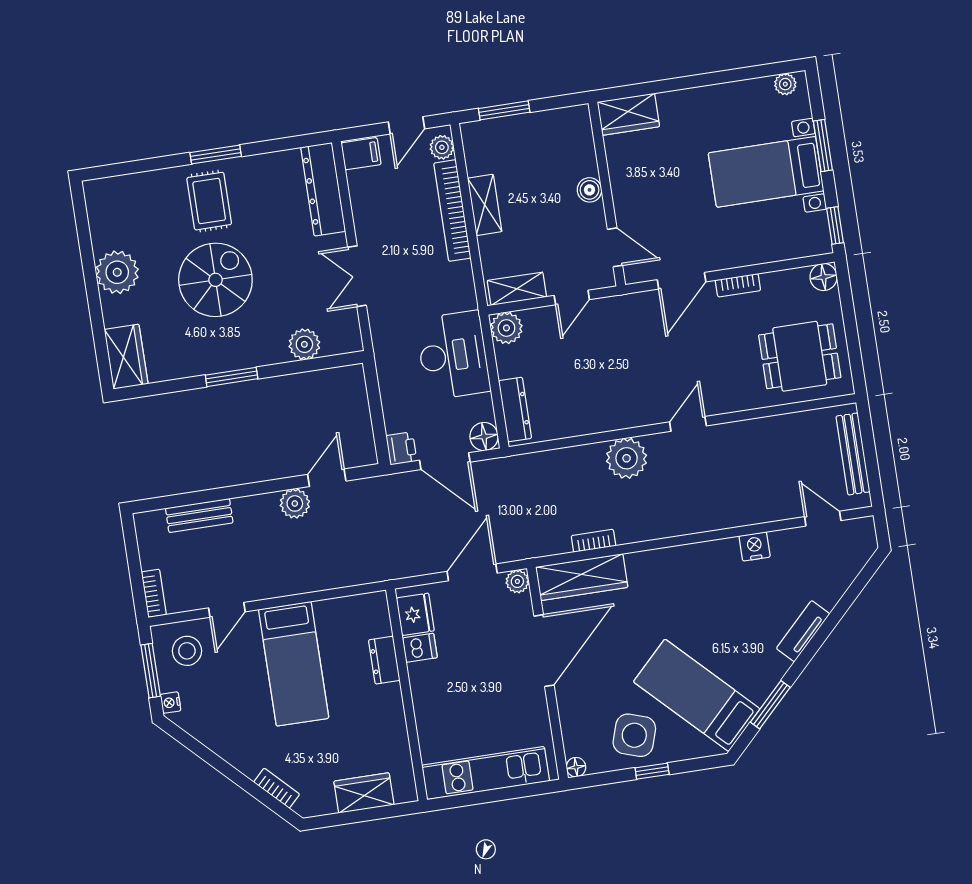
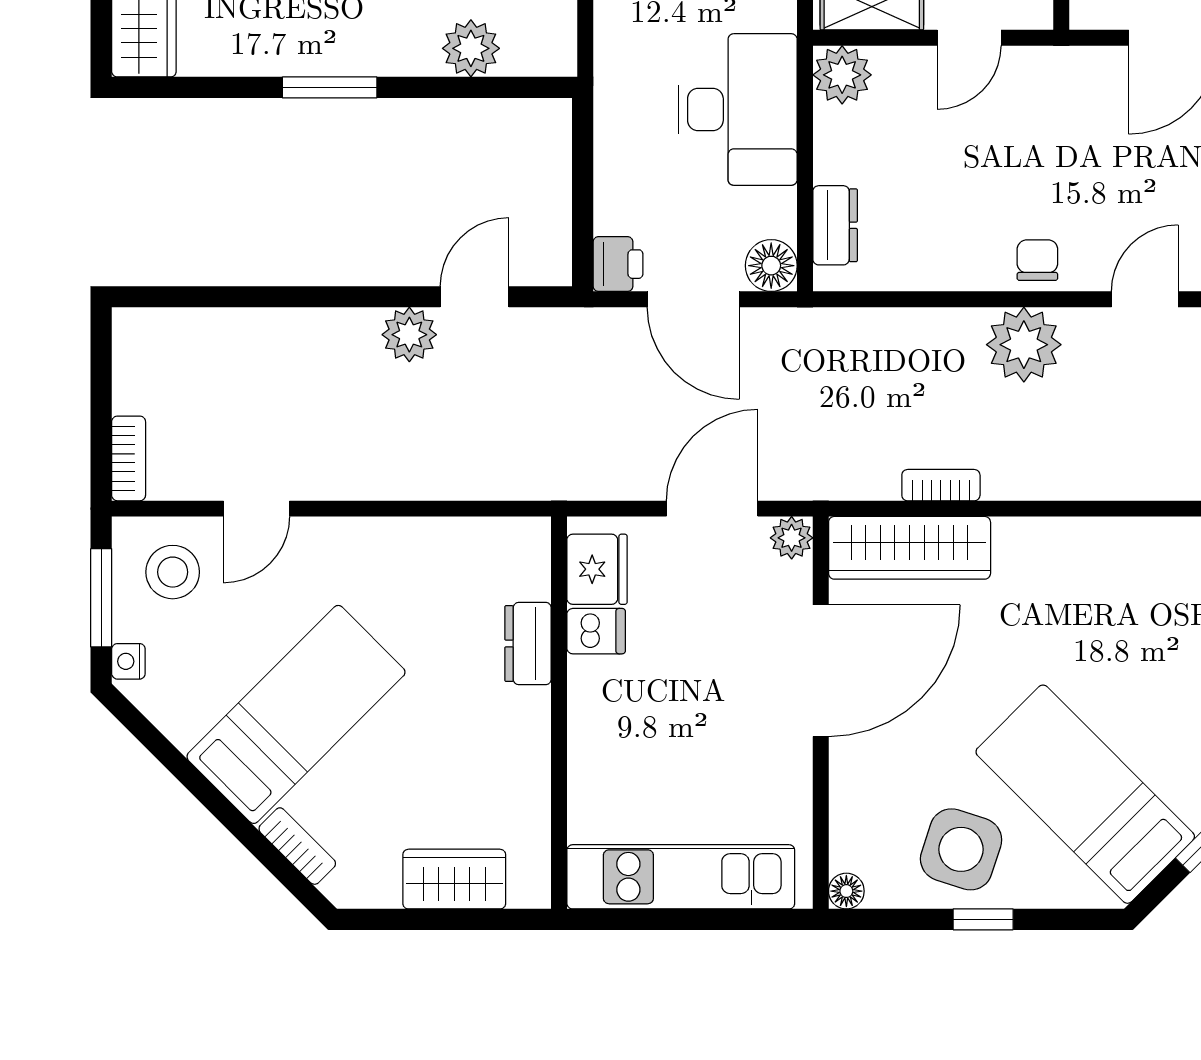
dresser: (515, 410) -> (835, 225), width x0.70
chair: (627, 412) -> (1037, 260), added
bench: (199, 516) -> (232, 330), removed
bed: (294, 664) -> (296, 714), moved, turned -135

